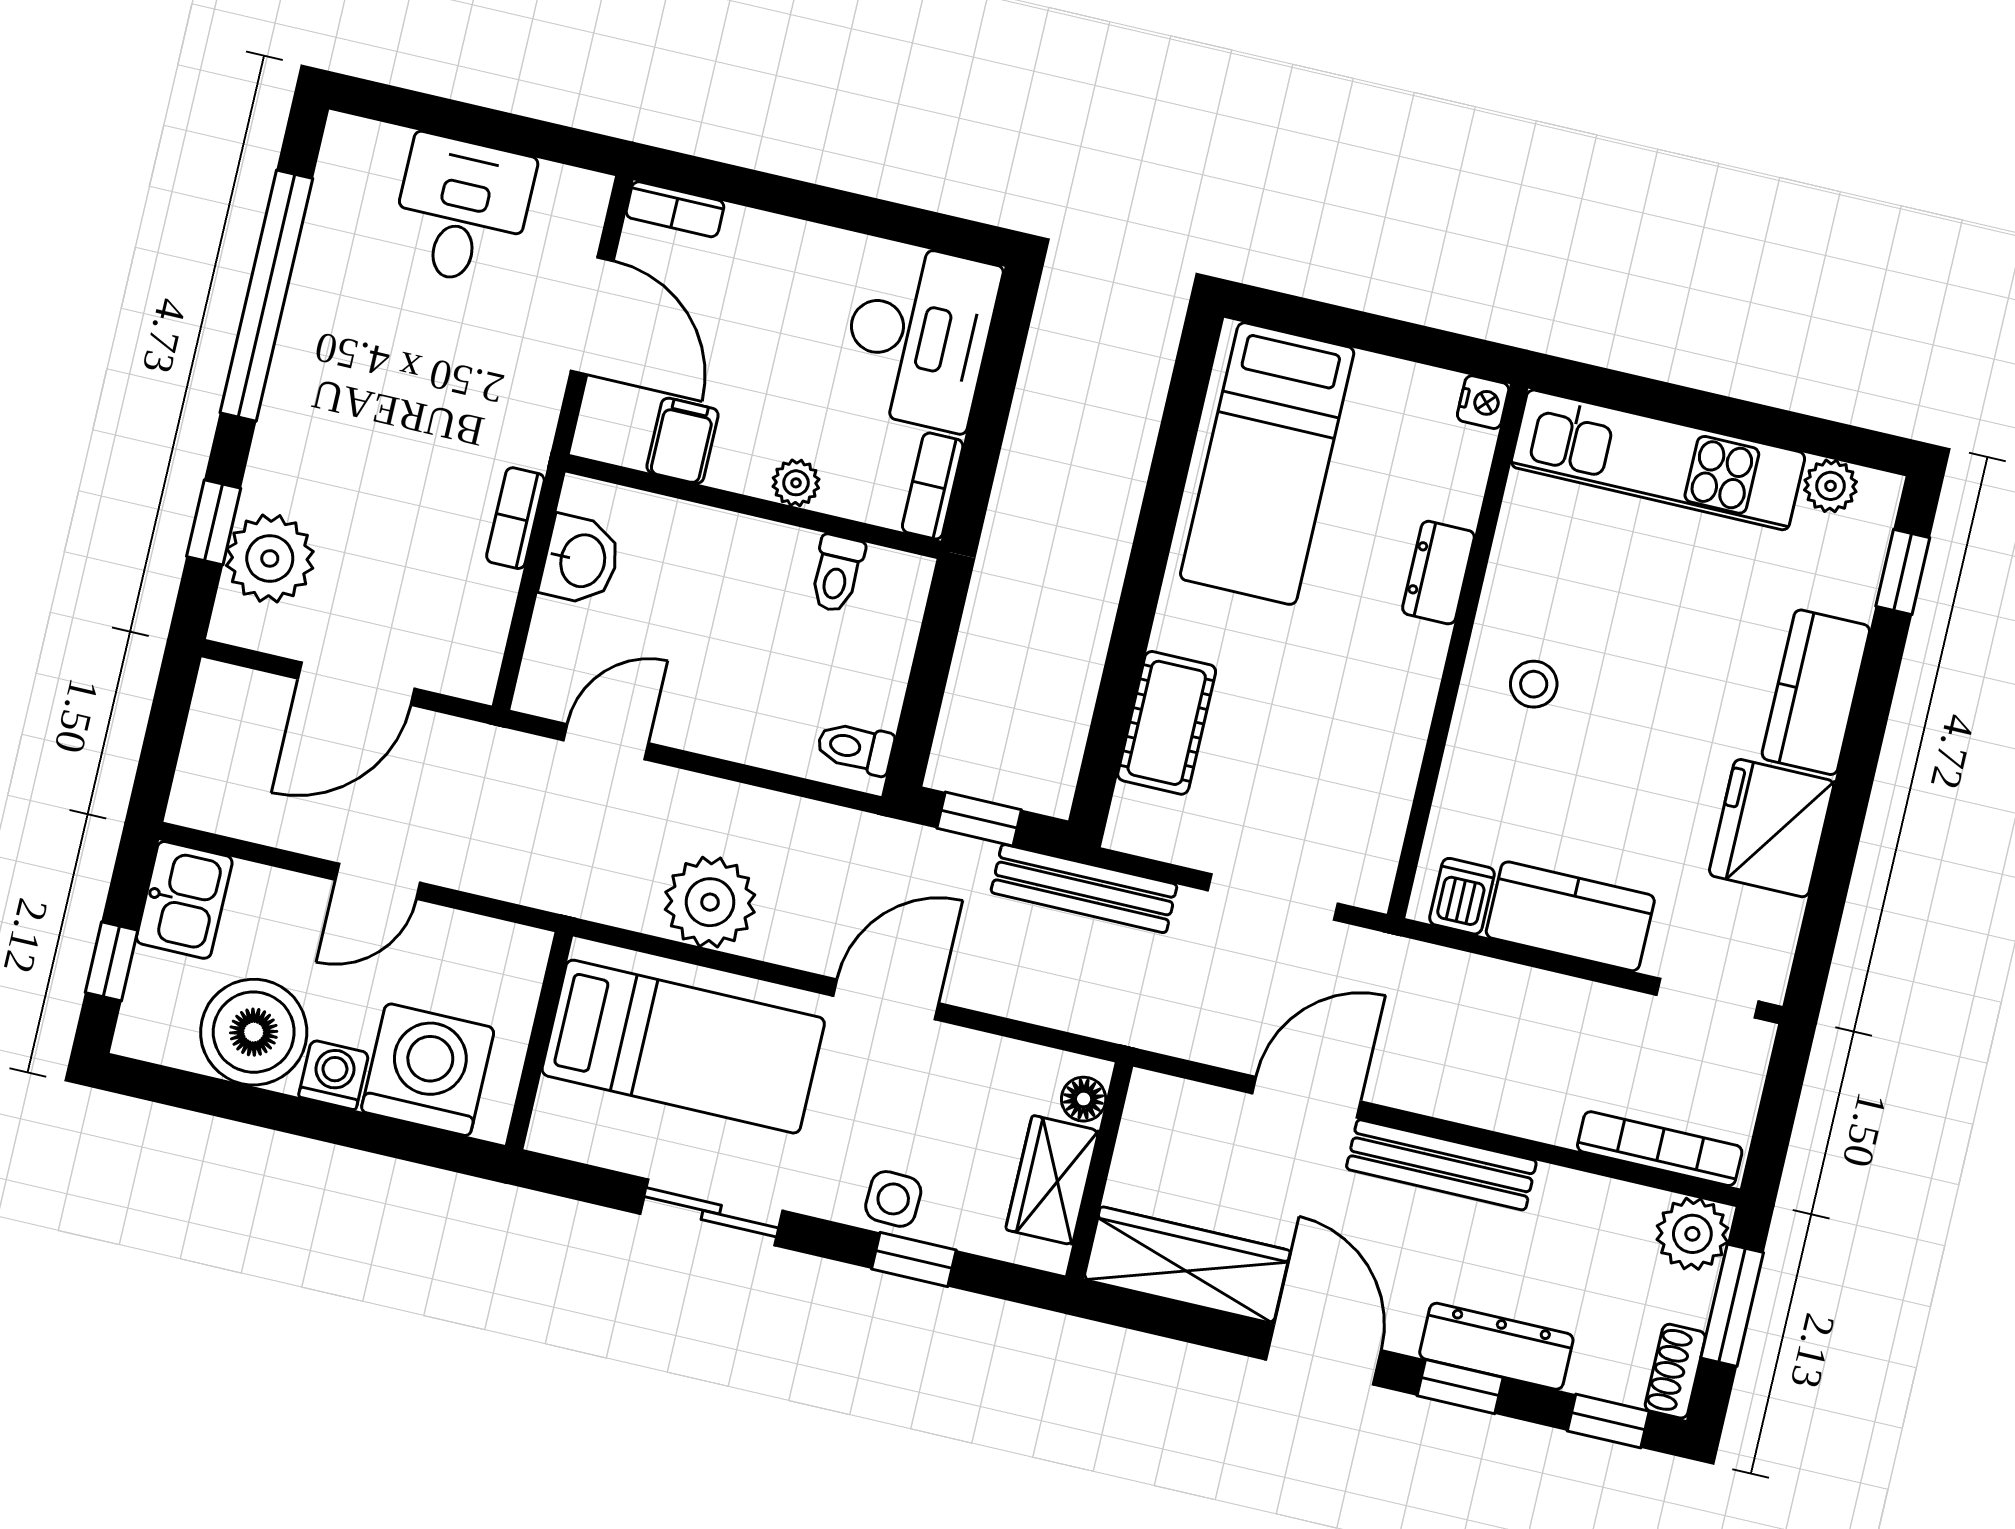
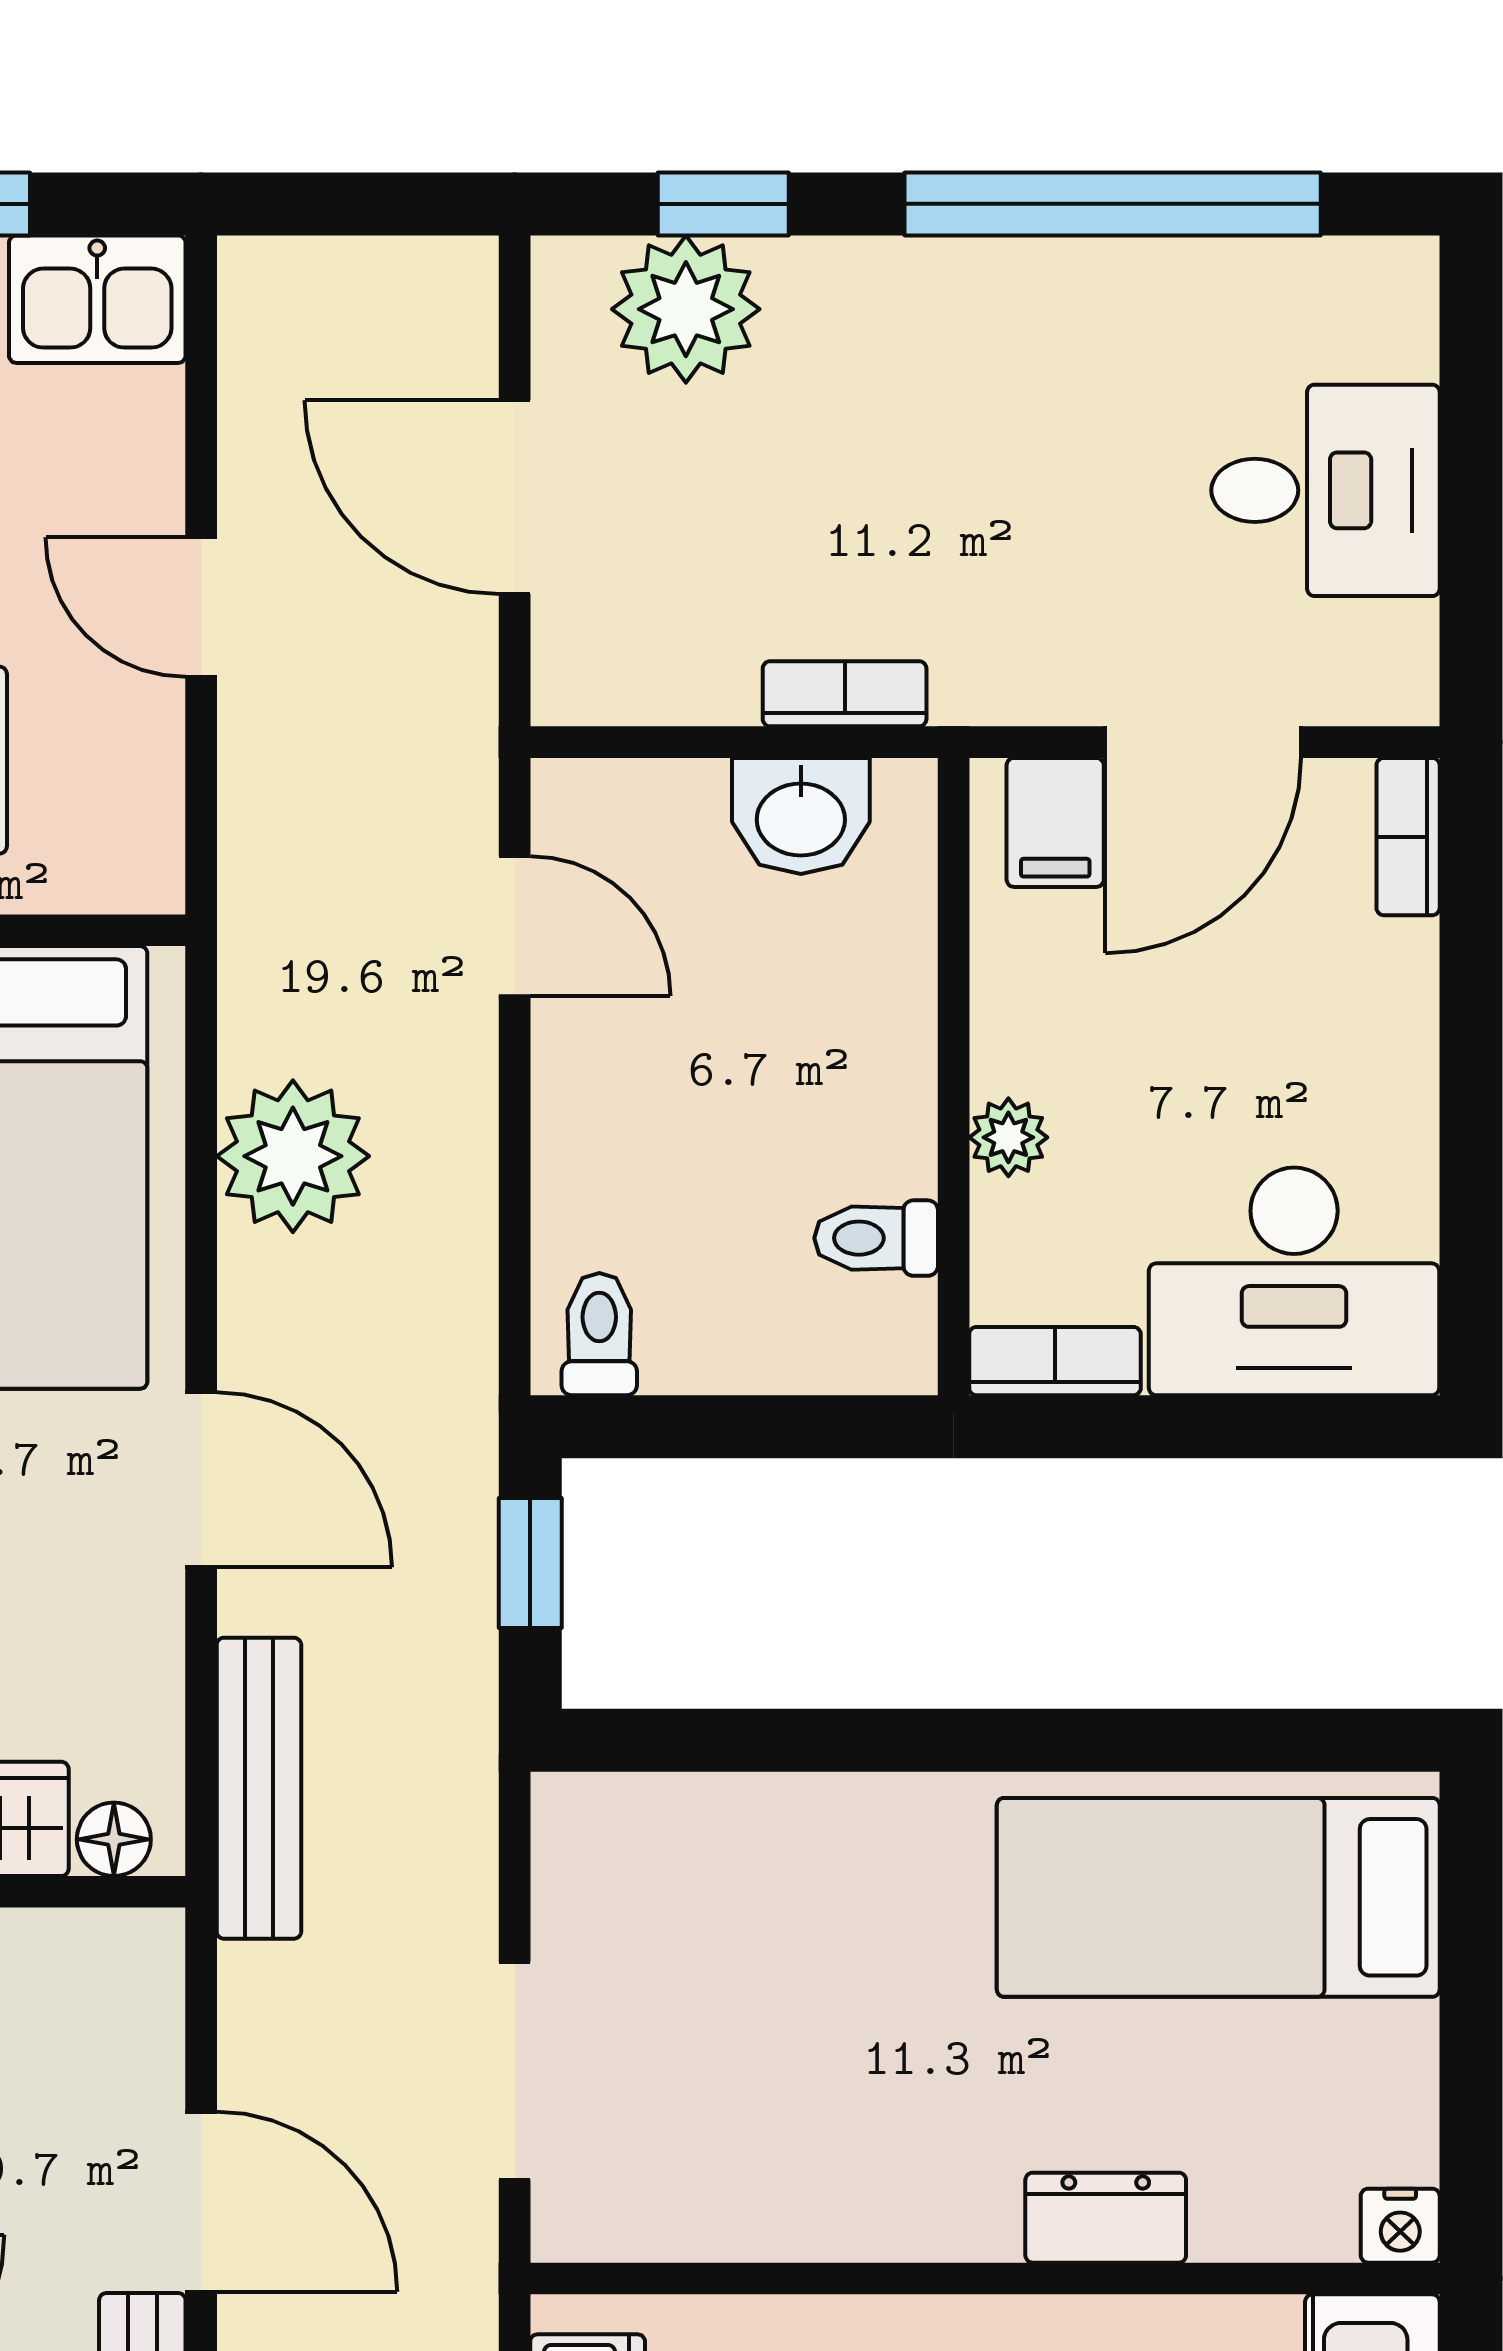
filing cabinet: (683, 441) -> (1055, 822), moved, turned 90
cot: (1167, 723) -> (758, 1832), removed
bench: (1084, 889) -> (259, 1788), moved

